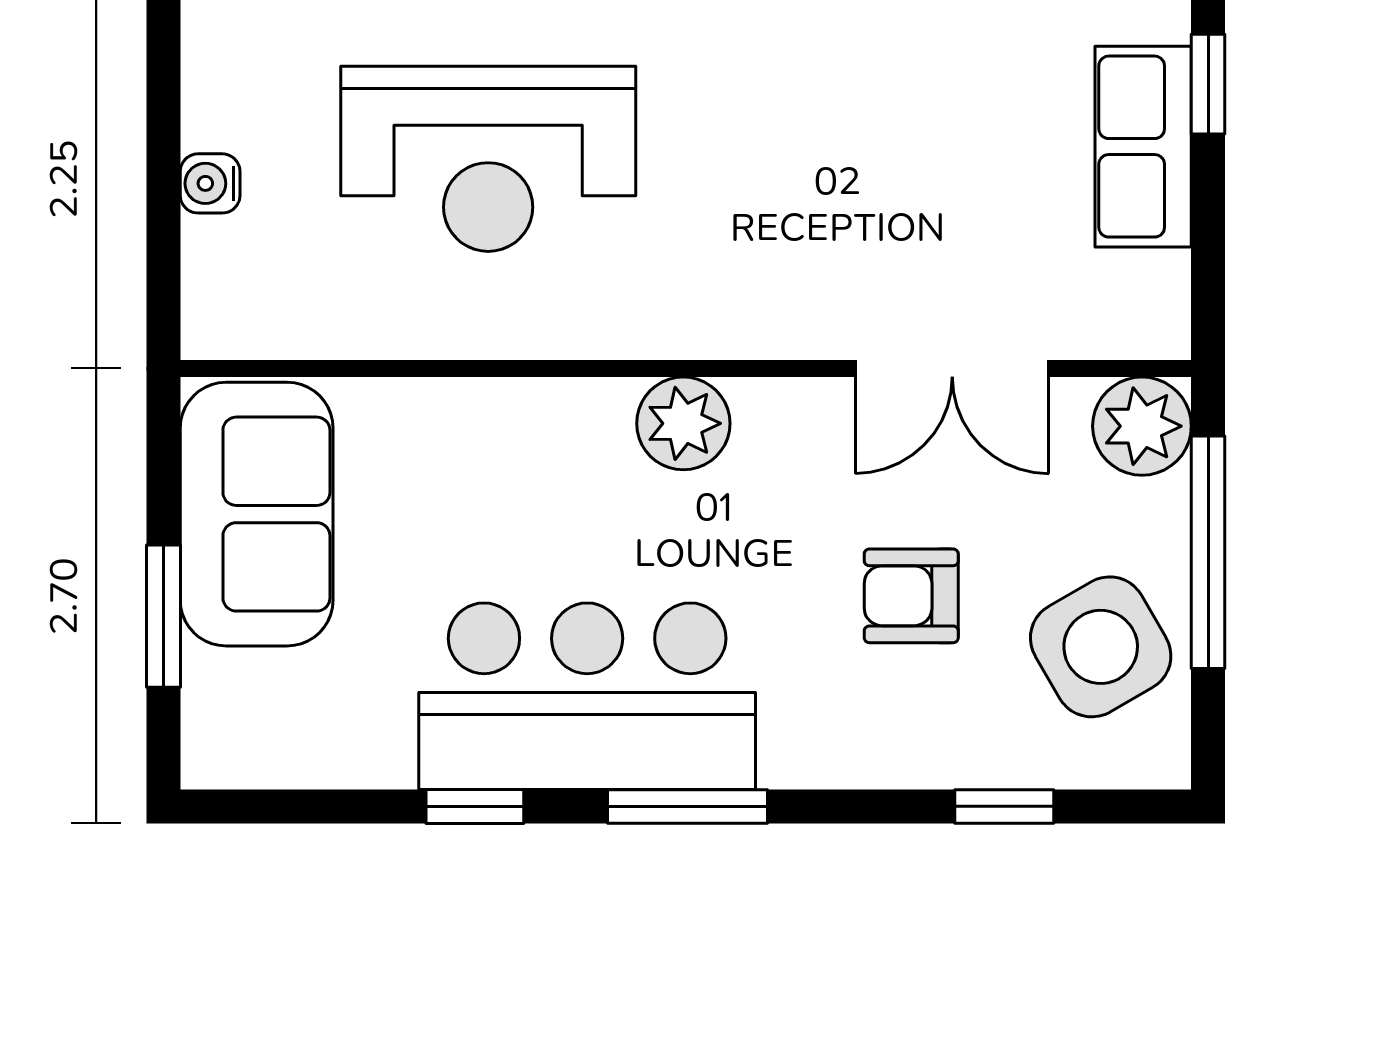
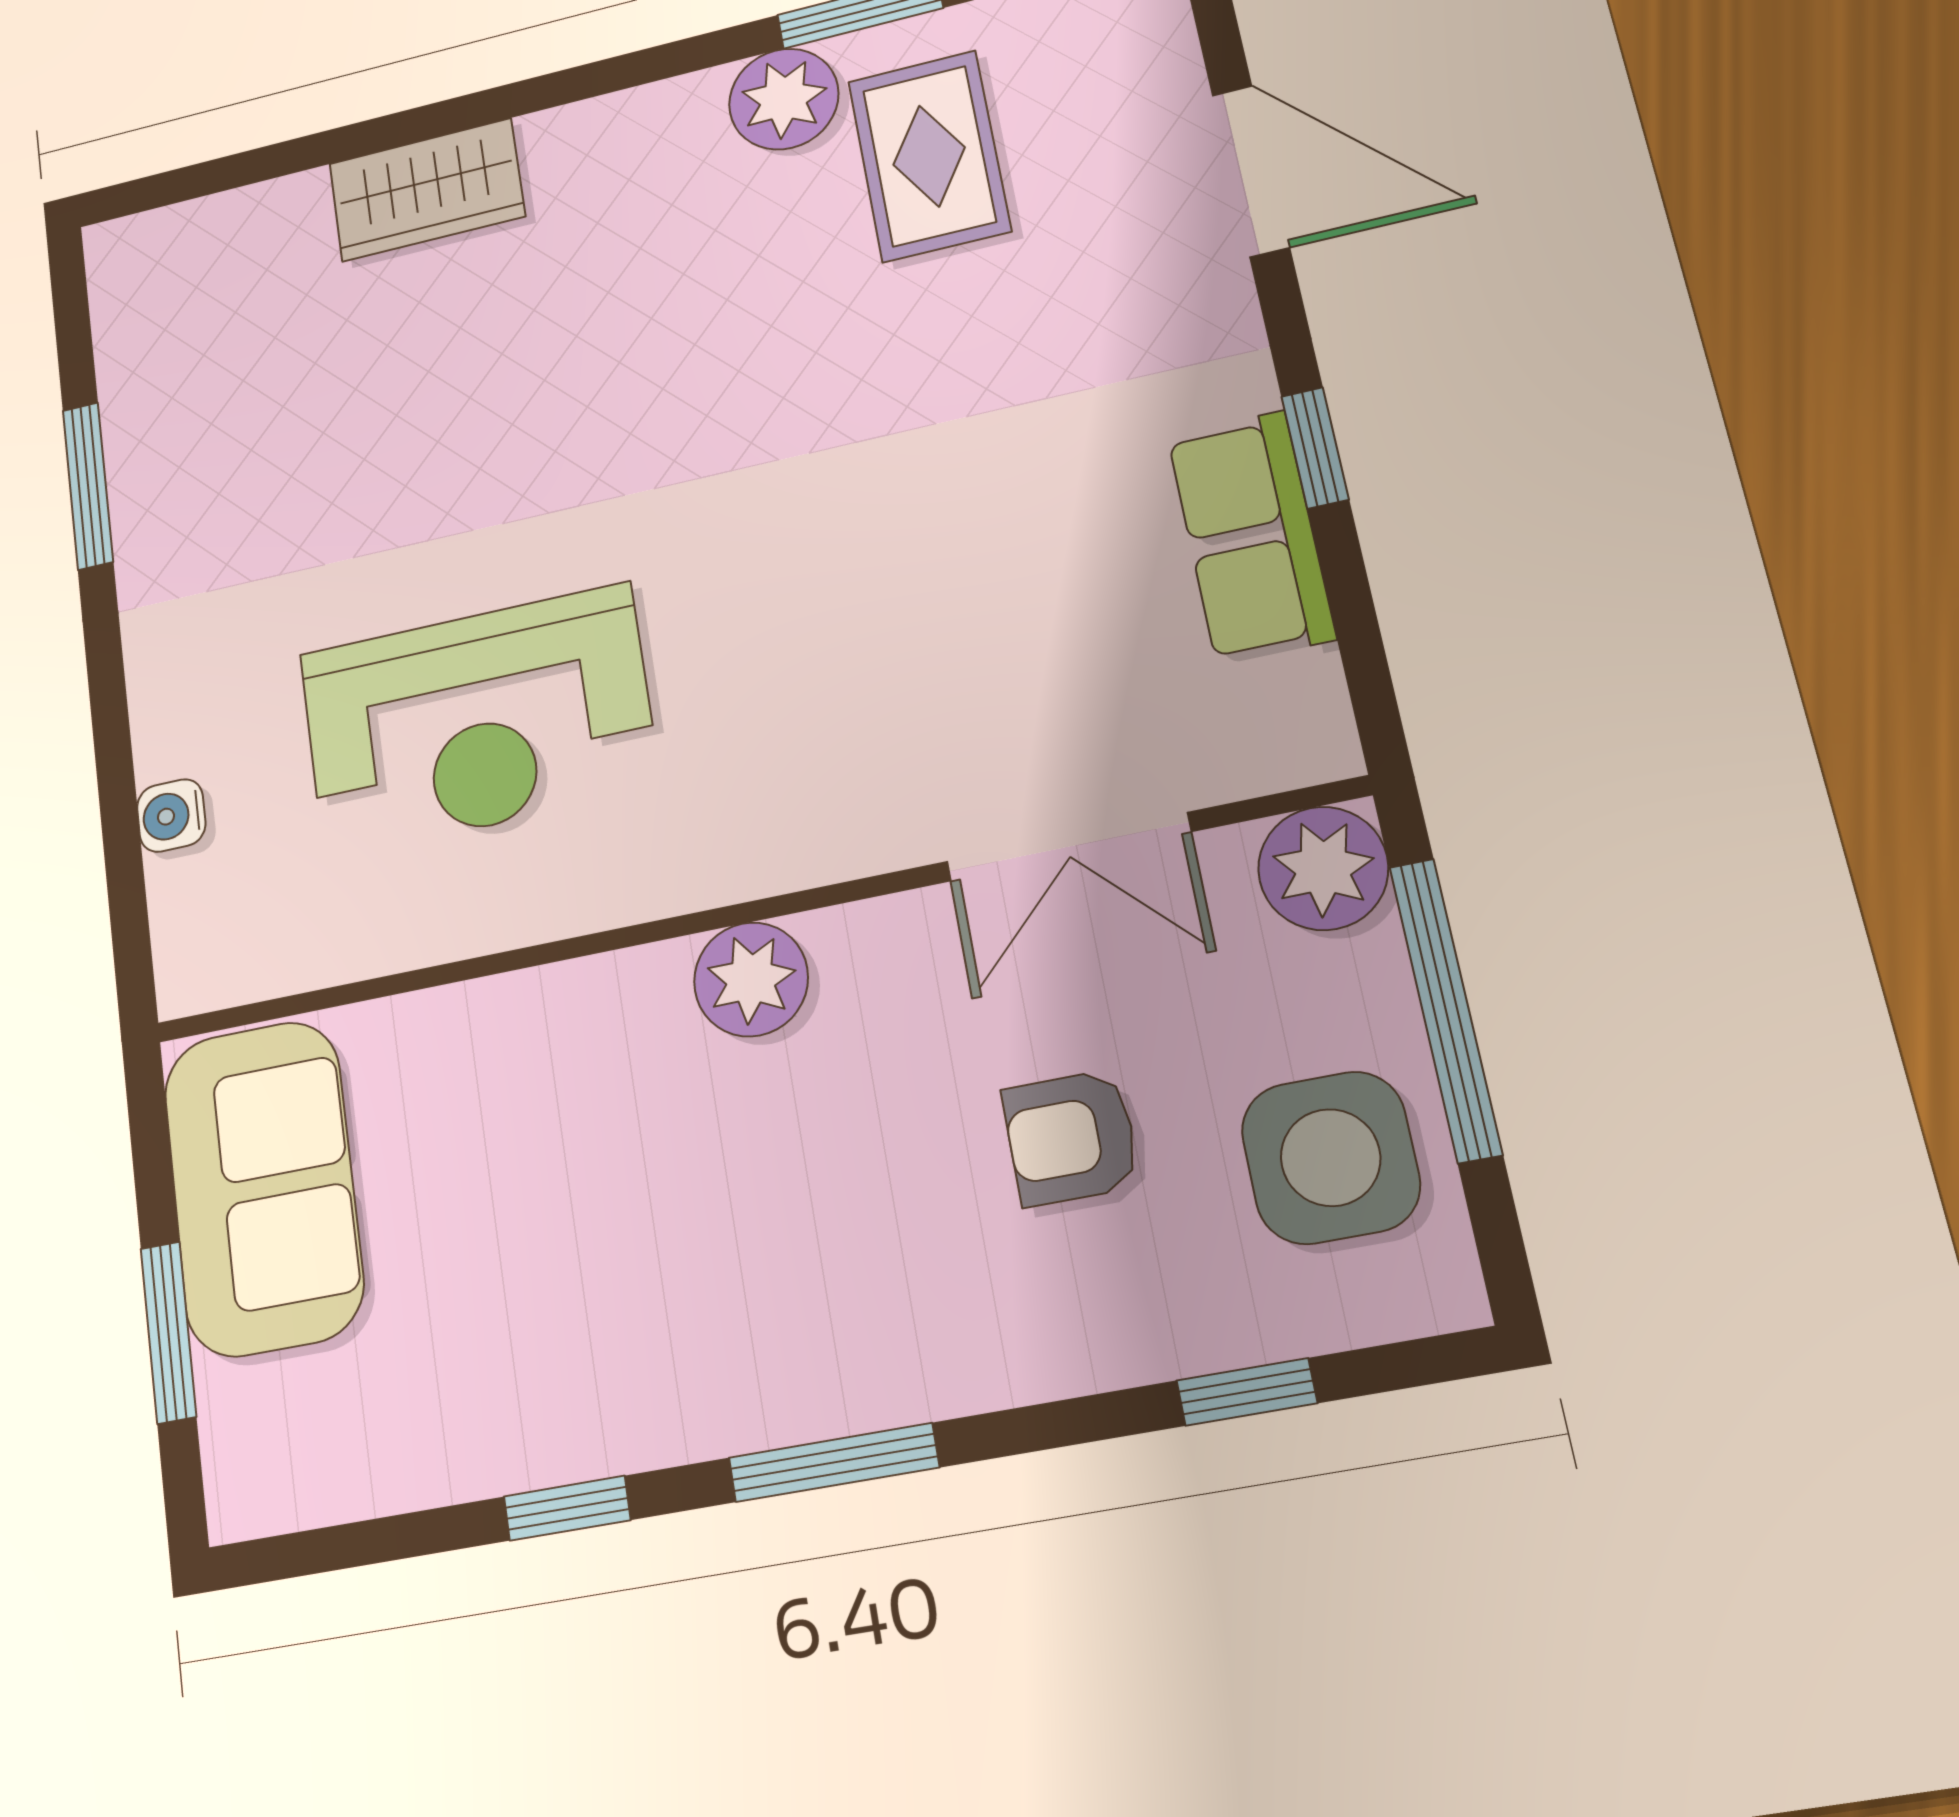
side table: (1101, 647) -> (1331, 1158), turned 30
bar counter: (587, 696) -> (686, 1341), removed

